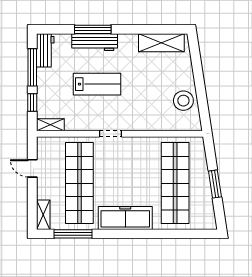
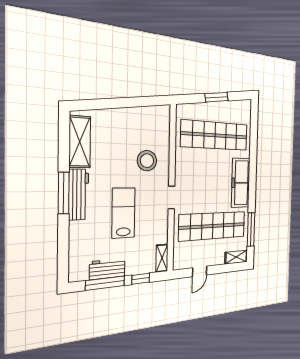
window: (93, 29) -> (64, 193), moved
workbench: (95, 42) -> (79, 195), moved
workbench: (45, 50) -> (107, 269), moved
stool: (183, 101) -> (147, 161), moved

